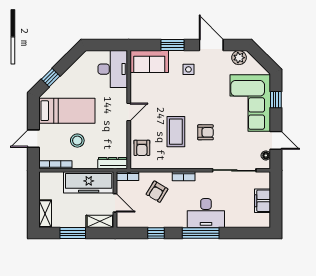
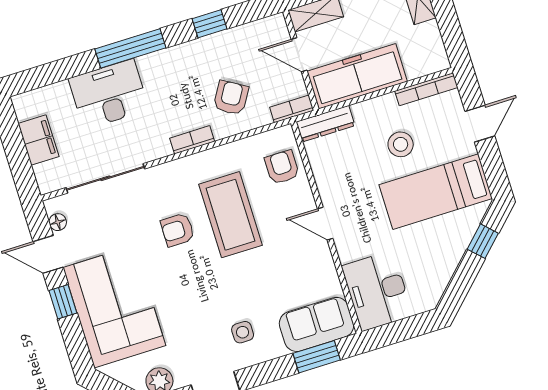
window: (172, 45) -> (317, 357), moved
window: (276, 100) -> (63, 302), moved
door: (129, 112) -> (325, 224), hinge flipped
coffee table: (176, 132) -> (230, 215), width x1.36, depth x1.32
desk: (206, 213) -> (109, 94), moved

